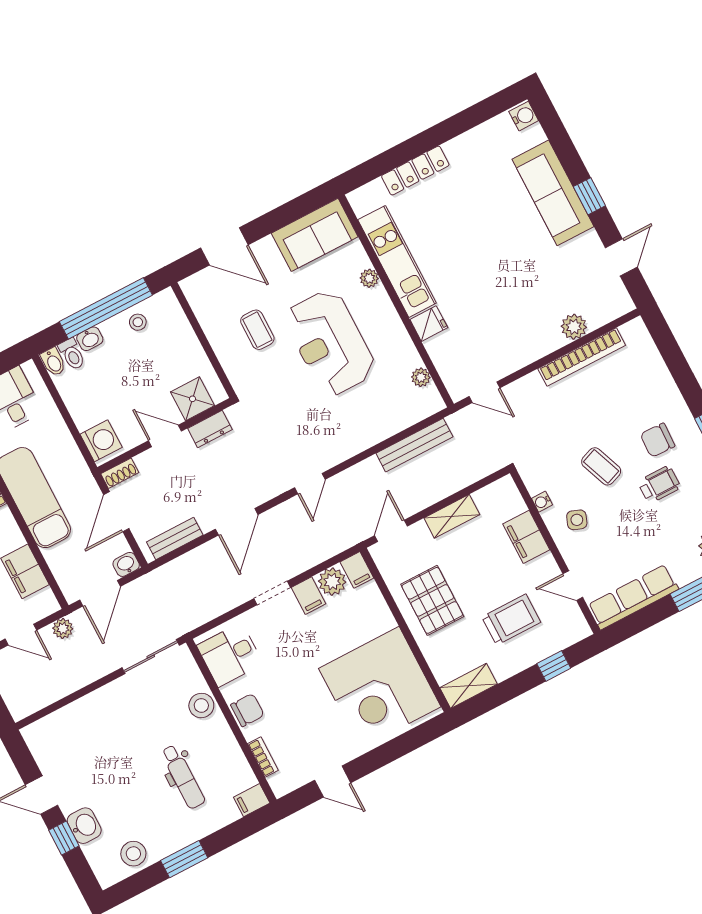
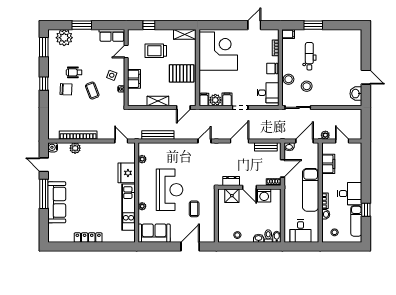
water cooler: (524, 116) -> (53, 147), moved
locker: (415, 171) -> (88, 238), moved
window: (589, 196) -> (44, 194), width x2.17
door: (224, 246) -> (190, 246), hinge flipped
door: (621, 257) -> (44, 165), hinge flipped
window: (106, 308) -> (247, 246), removed
fridge: (429, 324) -> (127, 173), width x1.88, depth x1.34
washing machine: (101, 441) -> (264, 195), moved, turned -90
door: (573, 586) -> (126, 51), swing flipped
row of seats: (633, 597) -> (112, 35), width x0.68
pallet: (432, 600) -> (182, 73), turned 90
door: (333, 781) -> (254, 25), hinge flipped
washbasin: (84, 826) -> (356, 94), moved
window: (64, 838) -> (366, 57), removed
stool: (133, 854) -> (307, 86), moved
window: (184, 859) -> (313, 25), moved

